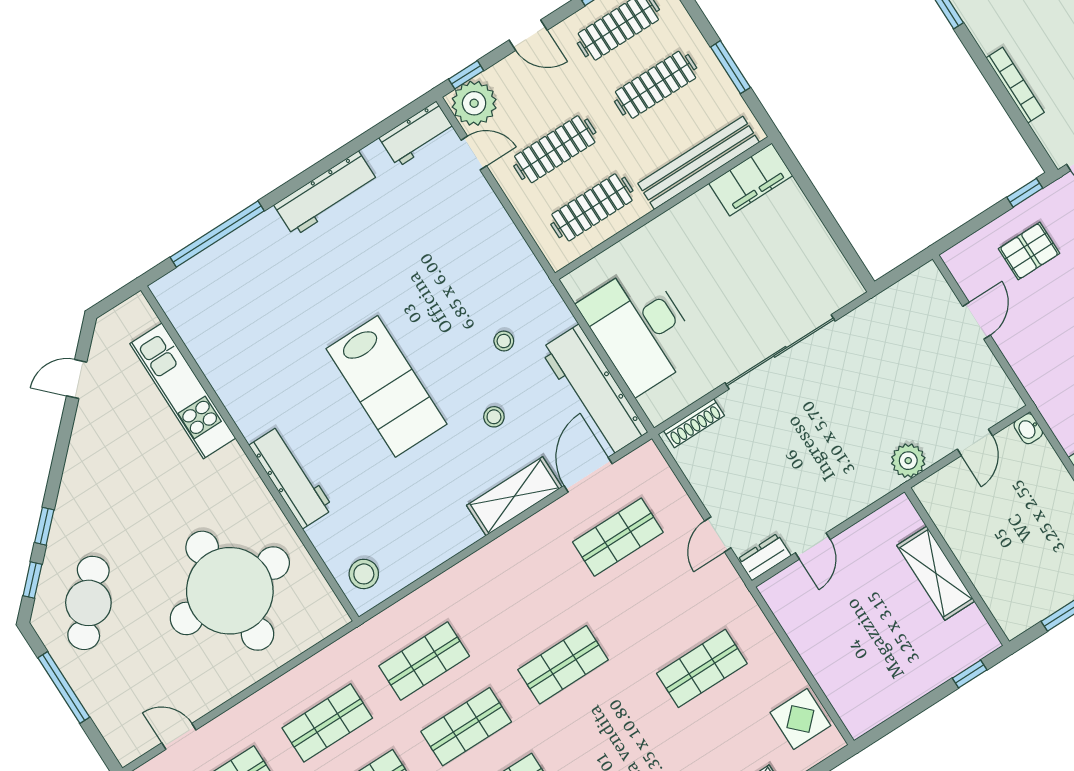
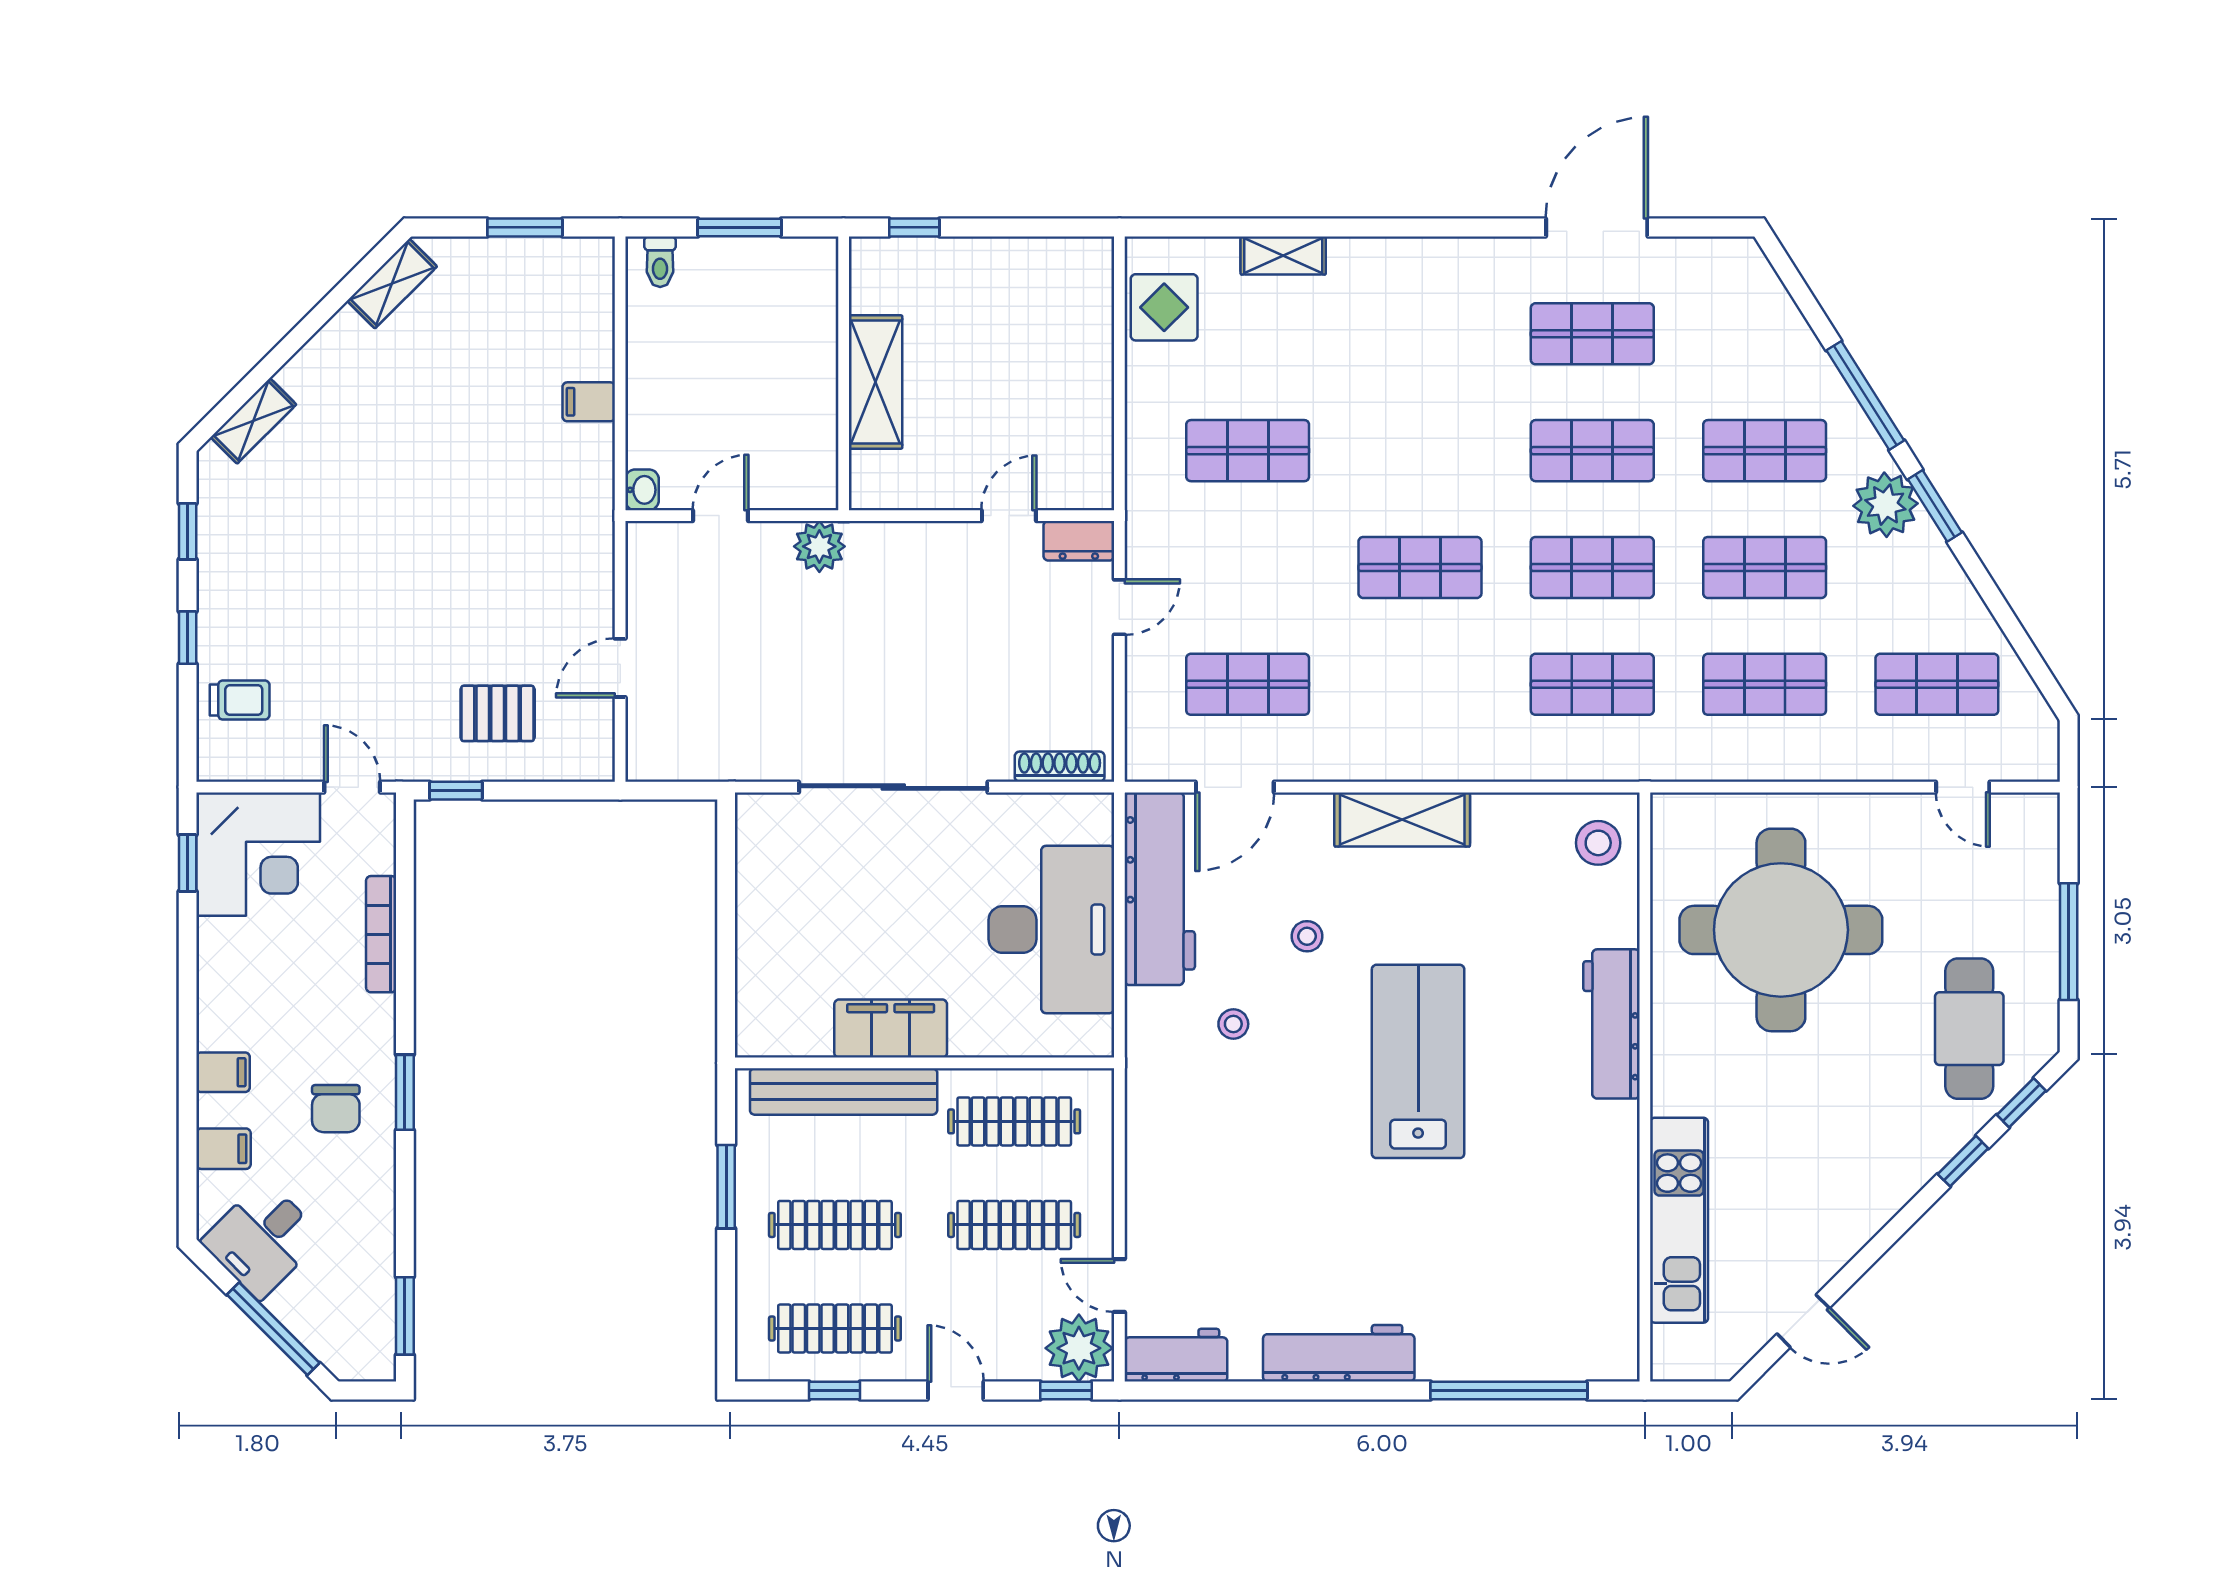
filing cabinet: (751, 179) -> (891, 1029), moved
shelving: (514, 496) -> (1402, 819), moved
cafe table: (88, 603) -> (1969, 1029), turned -41

